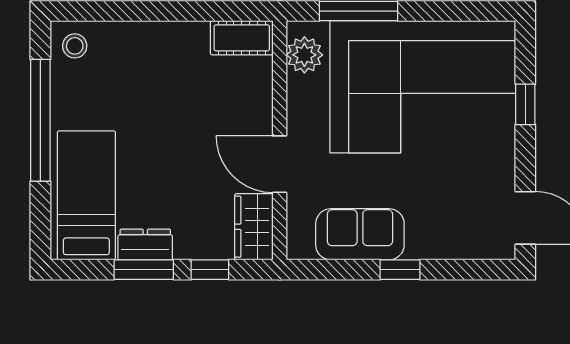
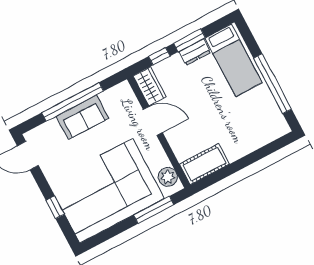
cot: (242, 38) -> (204, 164), width x1.37, depth x1.34
stool: (75, 46) -> (275, 126), removed
sofa: (360, 234) -> (82, 117), moved
window: (400, 270) -> (73, 102), width x3.17

